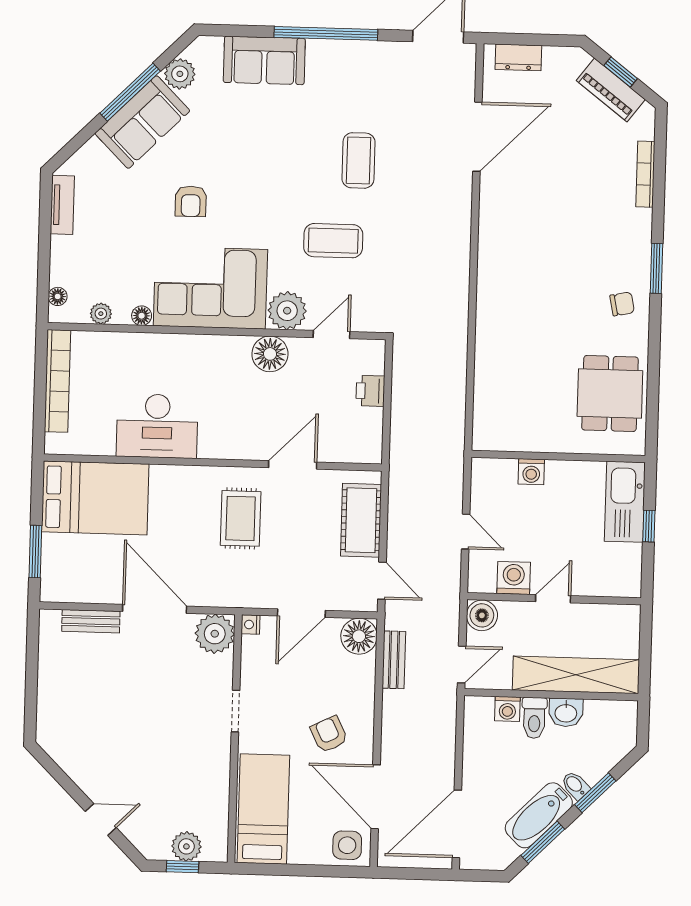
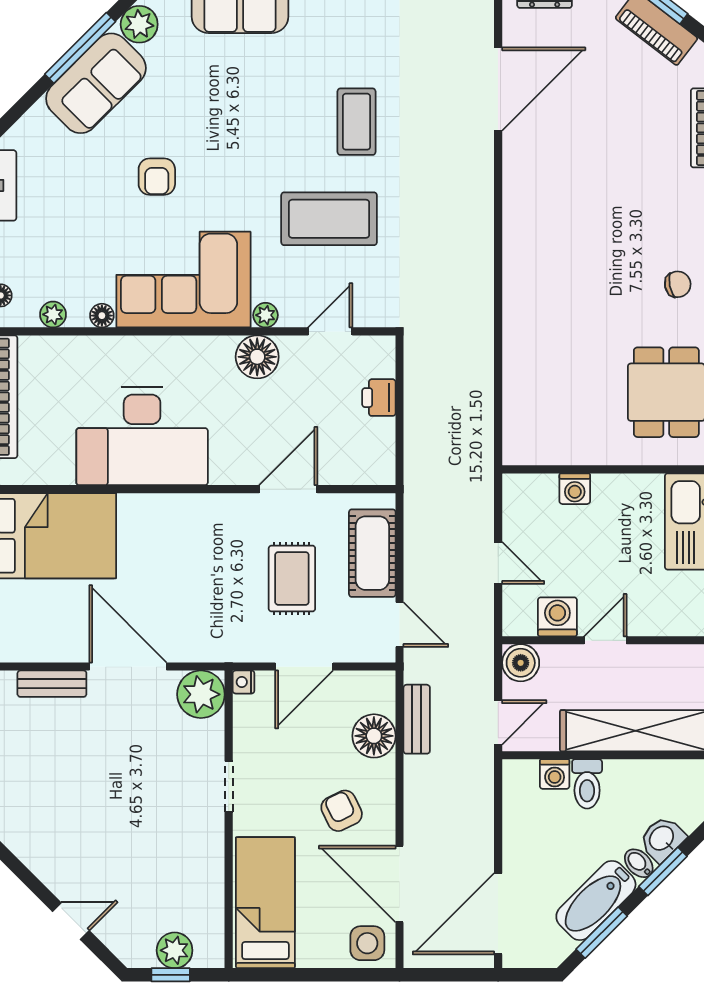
coffee table: (333, 241) -> (329, 219), width x1.36, depth x1.32
plant: (287, 311) -> (265, 315), width x0.53, depth x0.53
desk: (157, 426) -> (142, 436), width x1.36, depth x1.30
rug: (241, 518) -> (292, 578), moved
floor lamp: (359, 636) -> (374, 736), moved
washbasin: (566, 712) -> (662, 839), moved, turned 135

